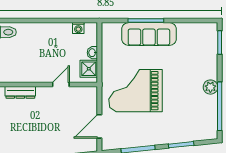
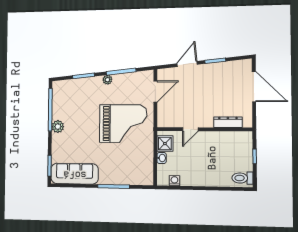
sofa: (149, 34) -> (75, 174), moved
plant: (154, 140) -> (107, 80), added

